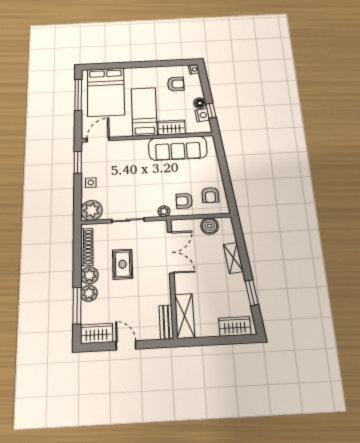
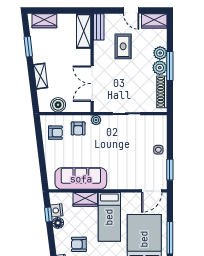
armchair: (210, 195) -> (55, 133), turned 90
armchair: (184, 201) -> (78, 128), turned 90
plant: (92, 210) -> (158, 124), removed
rug: (123, 264) -> (123, 46), moved
window: (77, 306) -> (170, 66), moved

